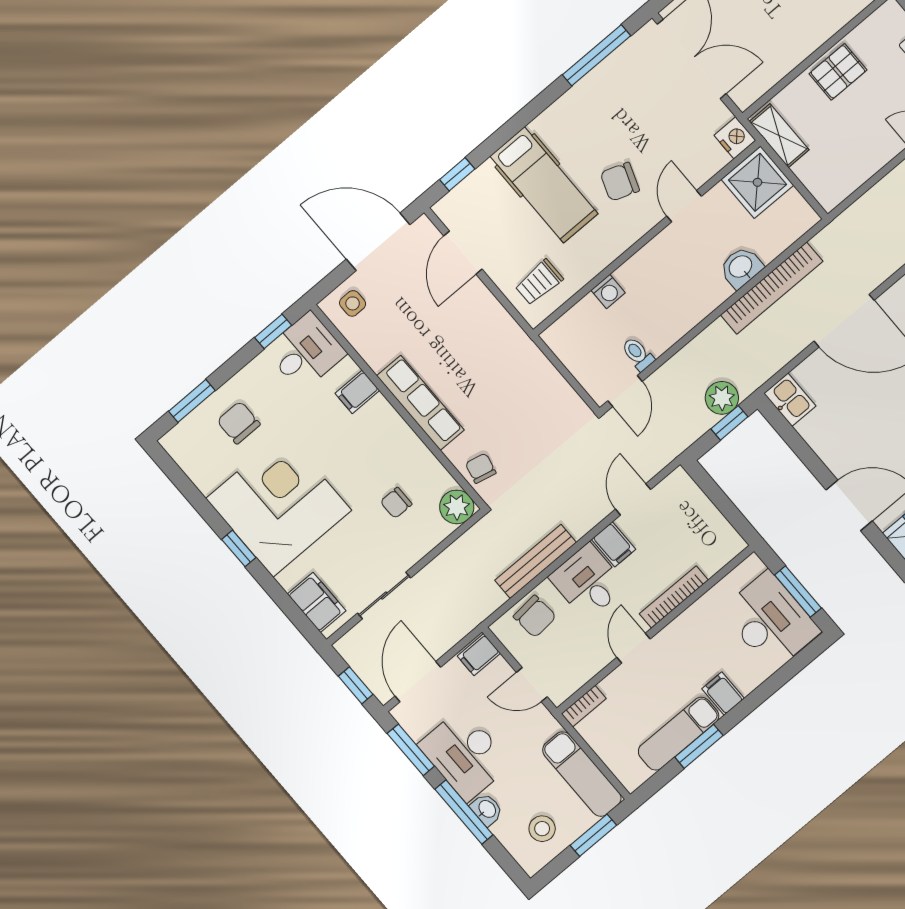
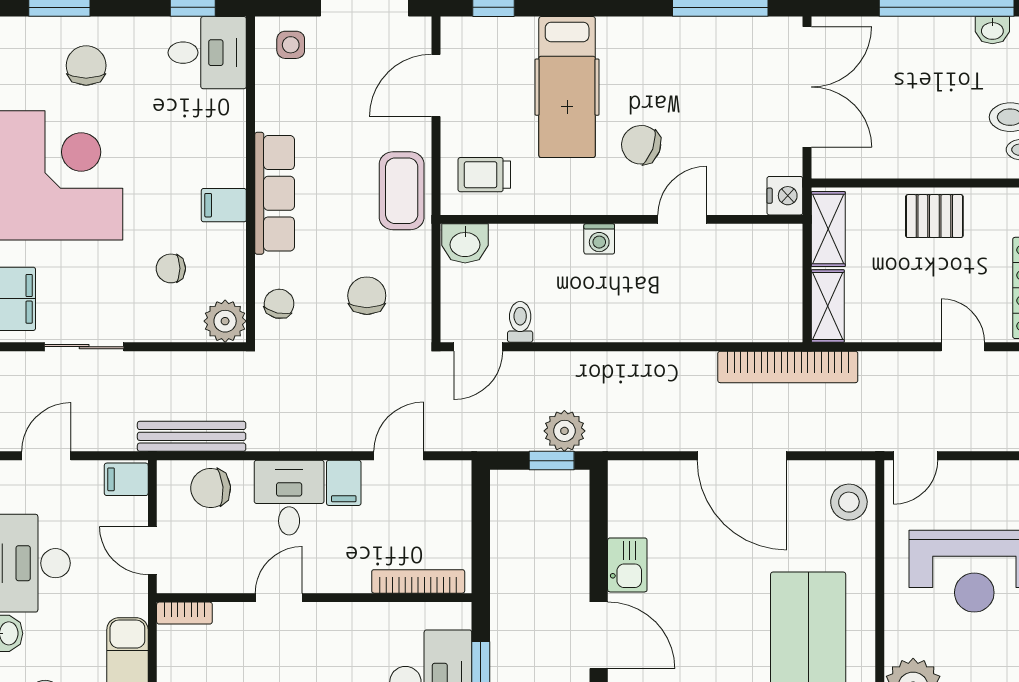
shower: (758, 182) -> (771, 256), removed
shelving: (819, 183) -> (828, 306), added
washbasin: (741, 267) -> (465, 243), moved, turned 180
bookcase: (772, 288) -> (788, 367), moved
washing machine: (608, 292) -> (599, 239), moved
coffee table: (497, 335) -> (402, 191), added
filing cabinet: (357, 392) -> (224, 205), moved
kitchen sink: (790, 400) -> (627, 565), moved
chair: (530, 418) -> (367, 296), added
bench: (536, 561) -> (192, 436), moved
bookcase: (674, 597) -> (418, 581), moved
chair: (535, 616) -> (211, 488), turned 90
door: (418, 682) -> (46, 456), width x0.73

